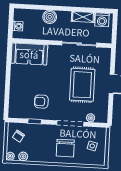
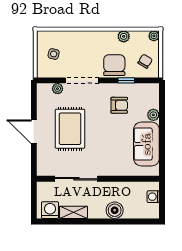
sofa: (29, 54) -> (146, 144), moved, turned -90
plant: (14, 92) -> (153, 115), added
chair: (65, 148) -> (114, 65), moved
plant: (23, 156) -> (124, 36), moved

